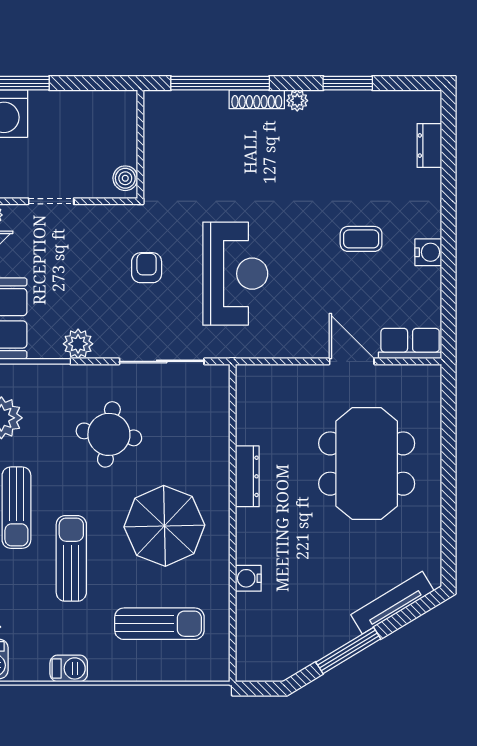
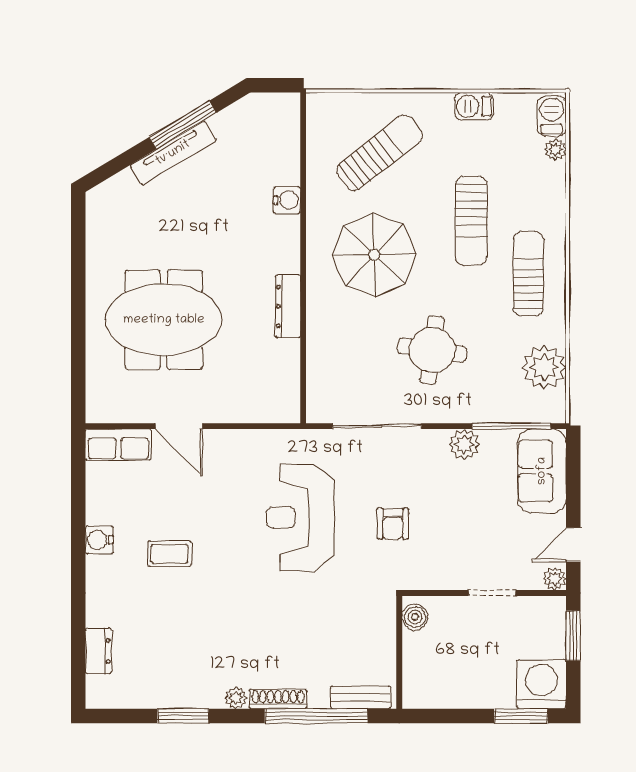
bench: (178, 101) -> (361, 697), added
meeting table: (367, 464) -> (164, 320), turned 90
tv unit: (392, 603) -> (173, 153), moved
sun lounger: (159, 624) -> (379, 153), turned 142

